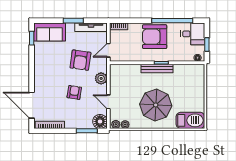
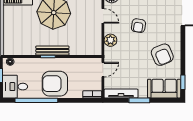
armchair: (155, 37) -> (55, 84), turned 180
armchair: (80, 60) -> (162, 55), moved, turned 149

